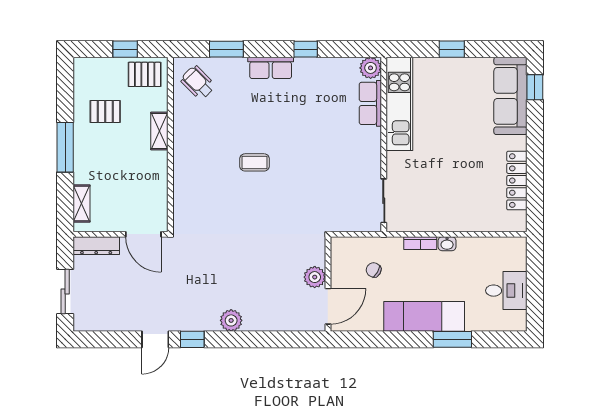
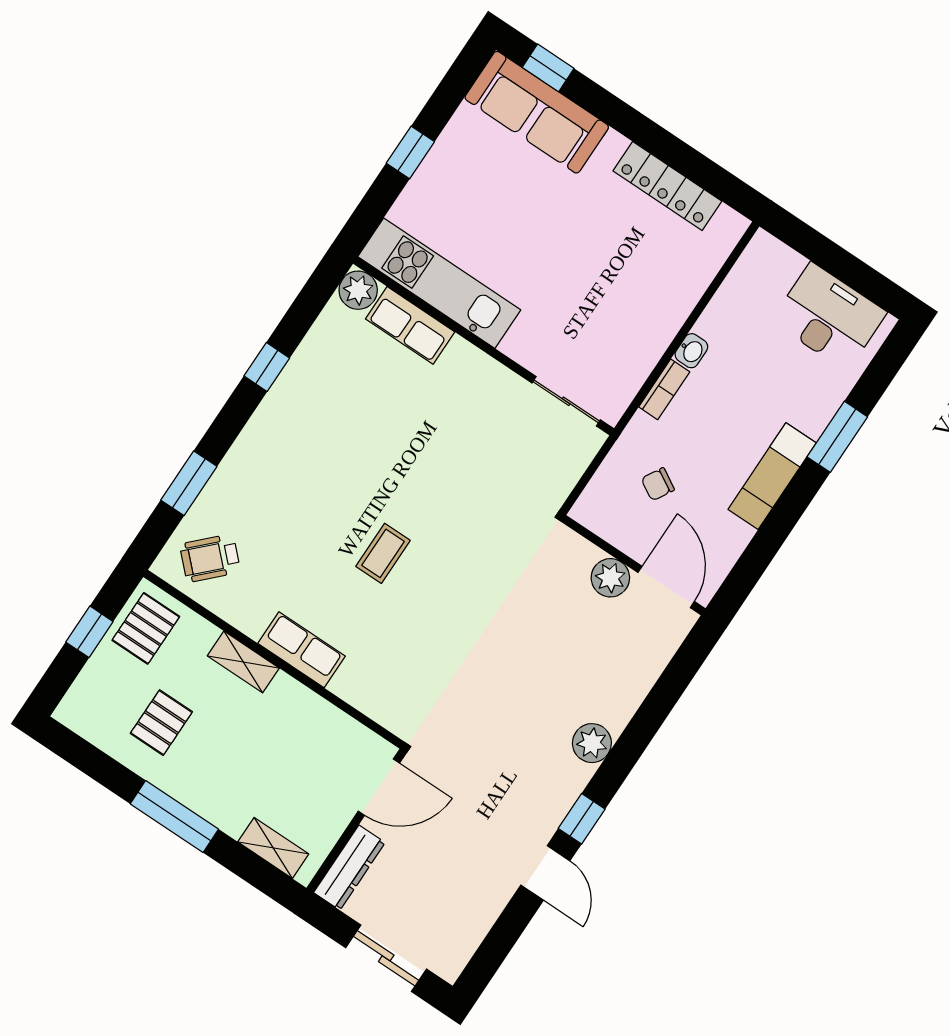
row of seats: (271, 68) -> (302, 650), moved, turned -90
desk: (506, 291) -> (829, 317), width x1.37
exam couch: (424, 316) -> (772, 476), width x0.73, depth x0.69

